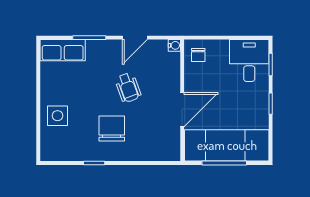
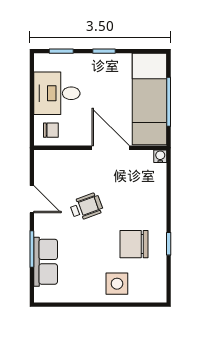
water cooler: (174, 45) -> (160, 156), moved
row of seats: (63, 50) -> (46, 262), moved
desk: (249, 61) -> (57, 93), moved
chair: (112, 129) -> (134, 244), moved

